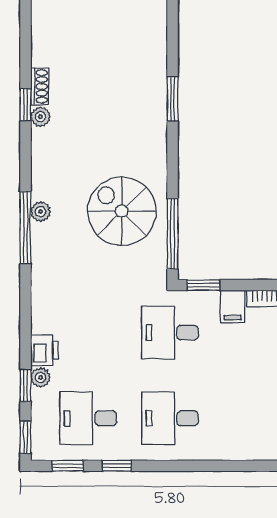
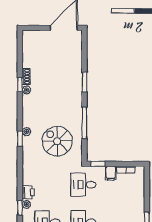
spiral stairs: (122, 211) -> (57, 141), moved
window: (25, 227) -> (20, 139), width x0.46
window: (173, 234) -> (84, 123), moved

